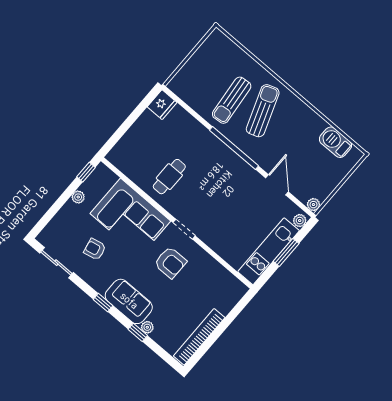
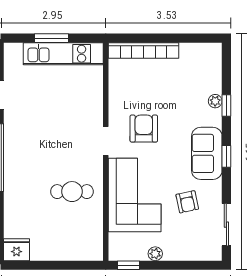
plant: (300, 221) -> (15, 50), removed
sofa: (129, 301) -> (207, 153), moved
bookcase: (199, 337) -> (143, 50), moved

